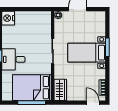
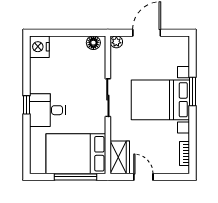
floor lamp: (43, 16) -> (93, 43), added
bed with nightstands: (87, 53) -> (160, 100), width x1.36
door: (93, 103) -> (143, 177), moved

